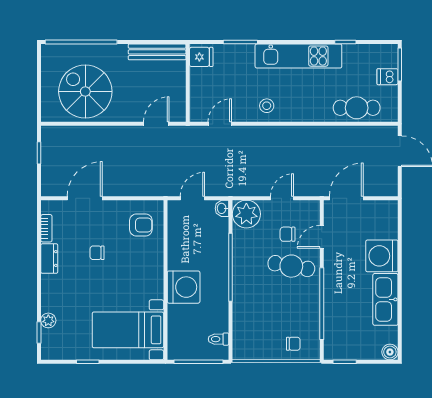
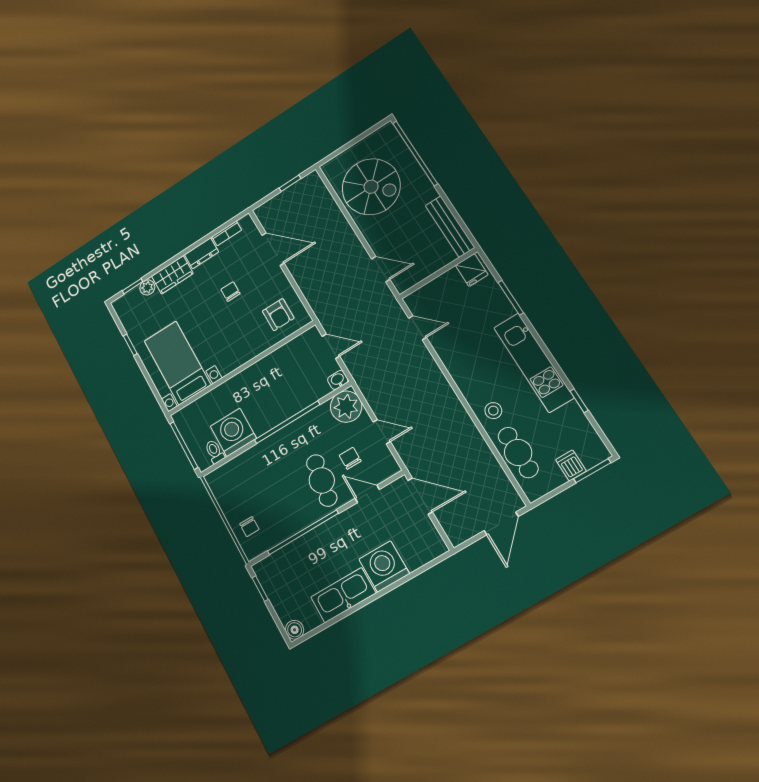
spiral stairs: (85, 91) -> (371, 187), turned 90
stool: (267, 106) -> (493, 411), moved
washing machine: (184, 287) -> (233, 432), moved, turned 180
wardrobe: (51, 293) -> (172, 275), added

